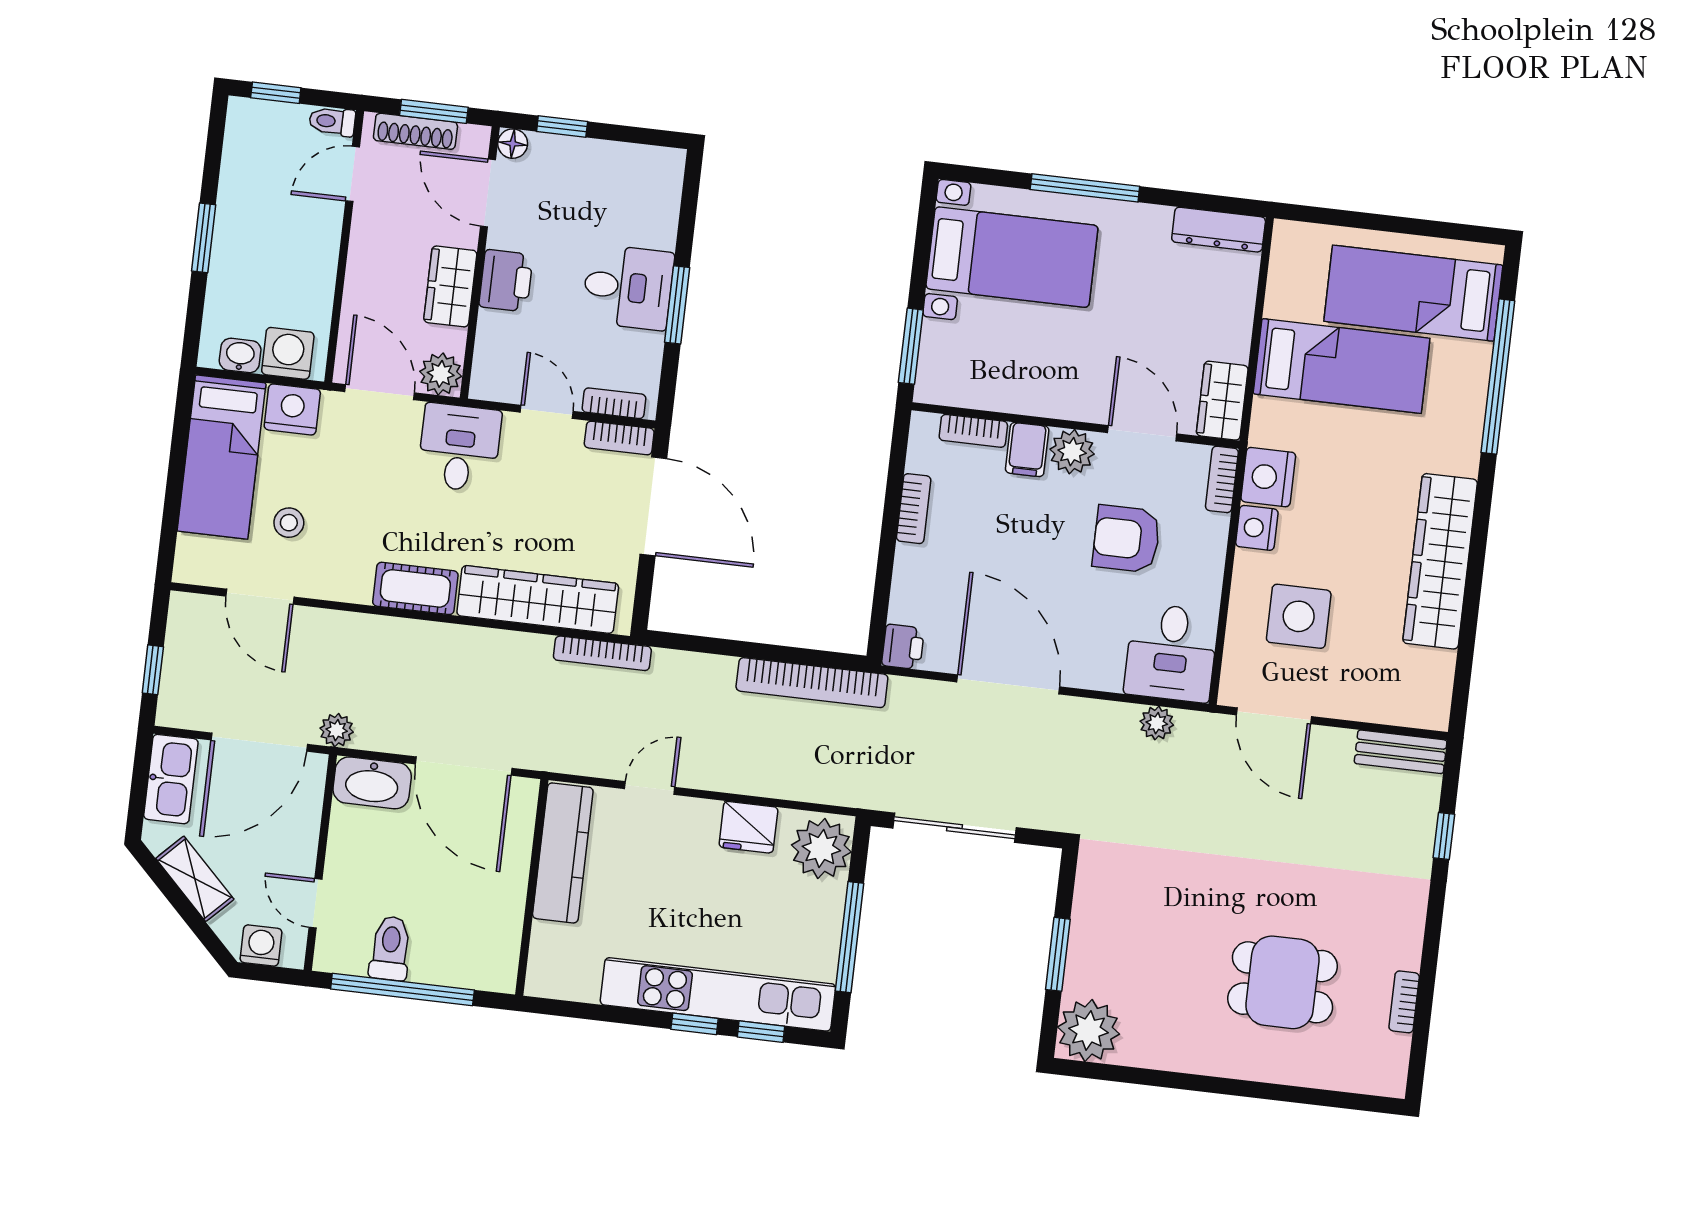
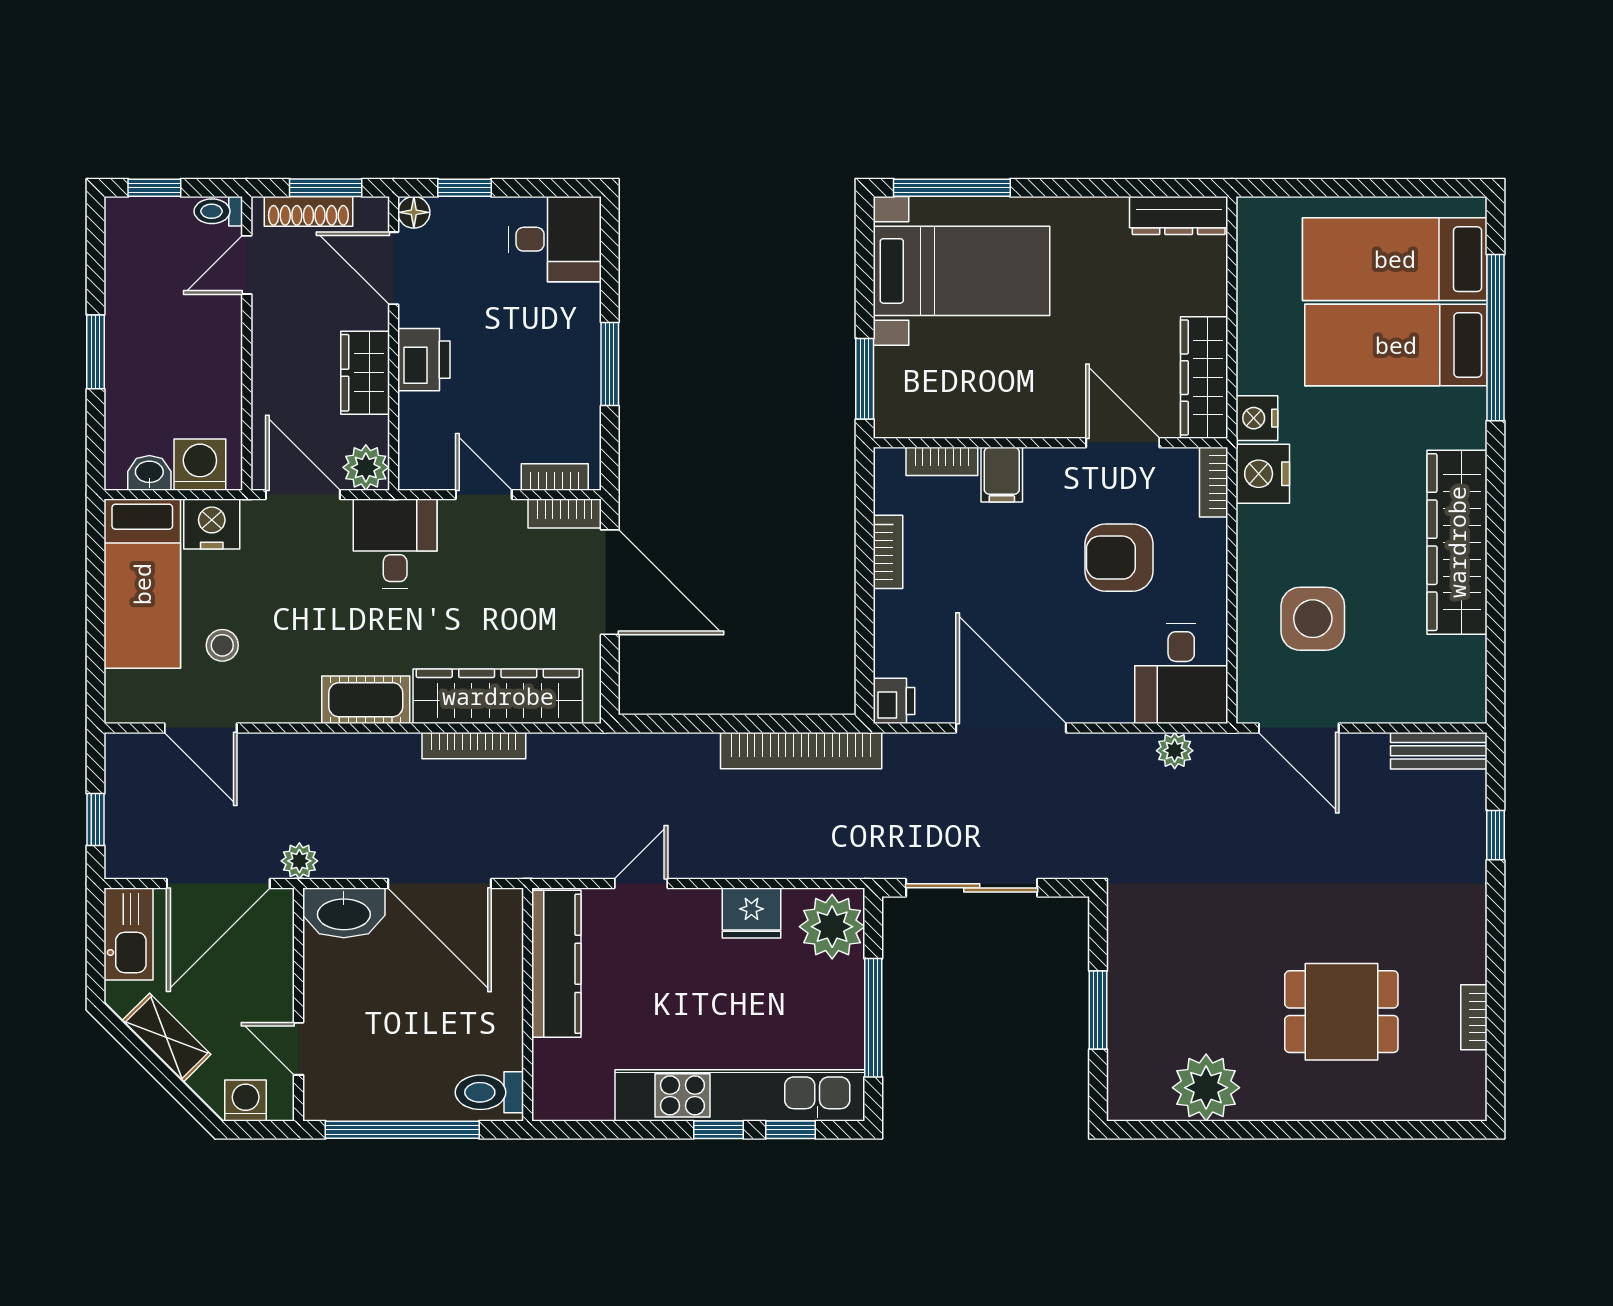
window: (1085, 188) -> (952, 188), moved
desk: (628, 287) -> (555, 239), moved
bed: (1342, 366) -> (1396, 345), moved, turned 180
wardrobe: (1222, 401) -> (1204, 378), width x1.50
plant: (1072, 452) -> (1050, 471), removed
nightstand: (1257, 528) -> (1257, 418), moved
bookcase: (602, 653) -> (474, 746), moved
toilet: (390, 948) -> (489, 1092), moved, turned -90
plant: (1088, 1031) -> (1206, 1088), moved

